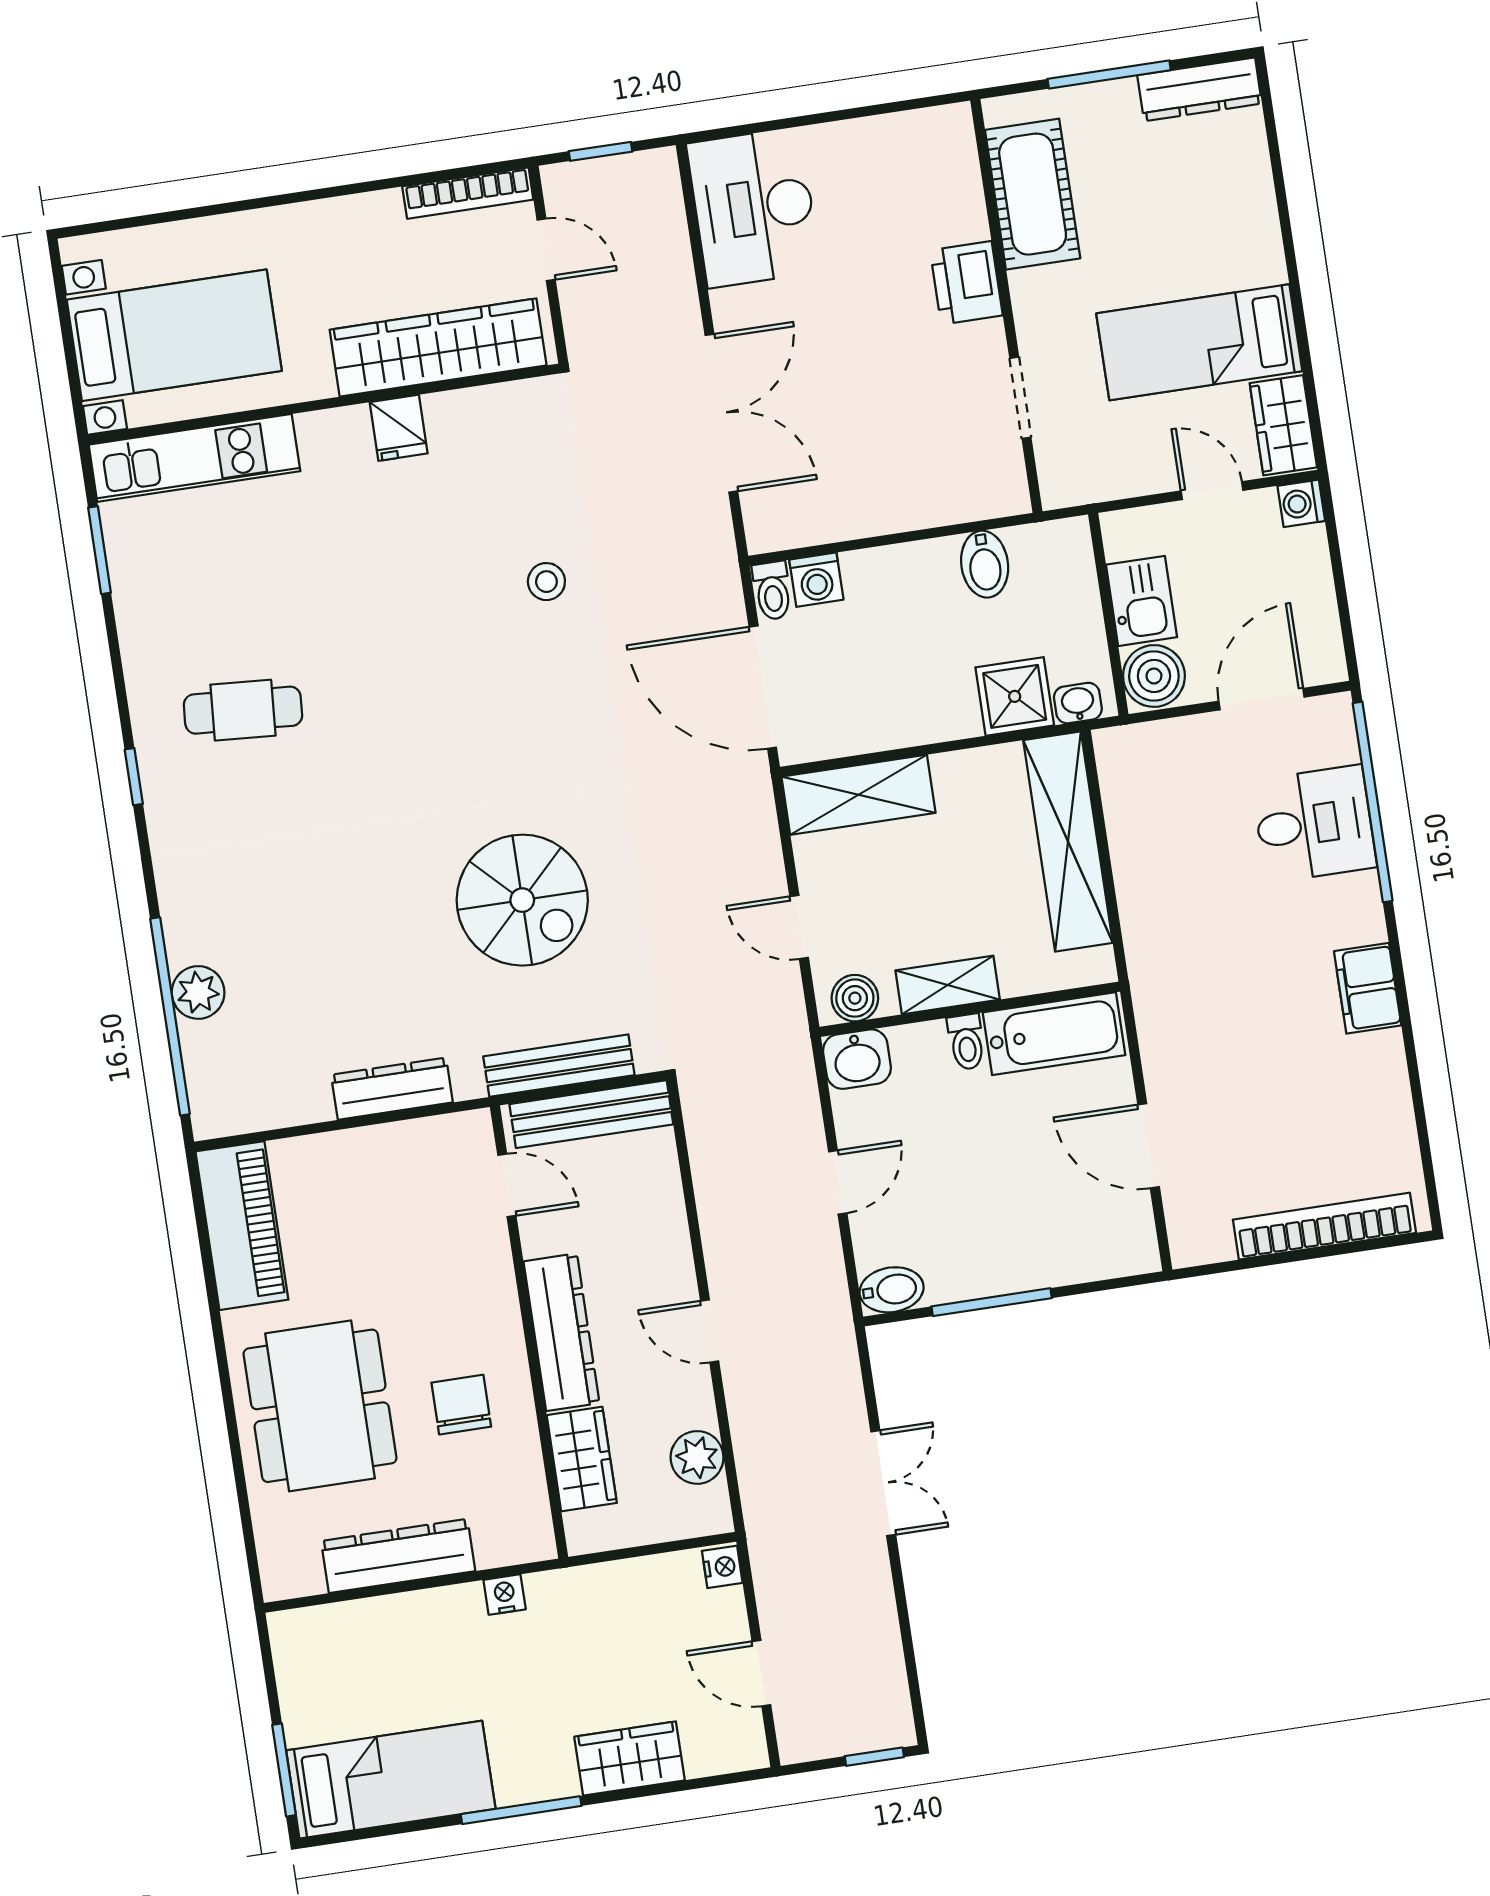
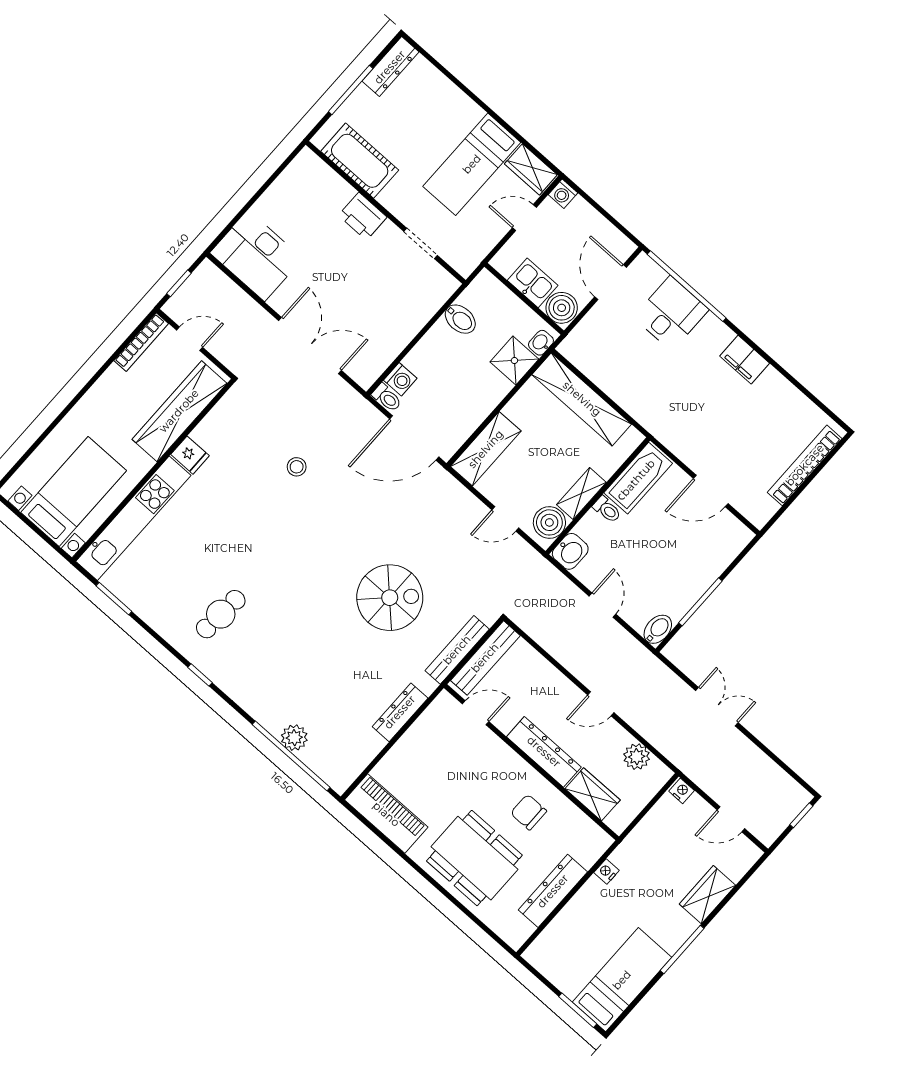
kitchen unit: (194, 458) -> (133, 518), width x1.36
boiler: (855, 998) -> (549, 522), width x1.36, depth x1.36

